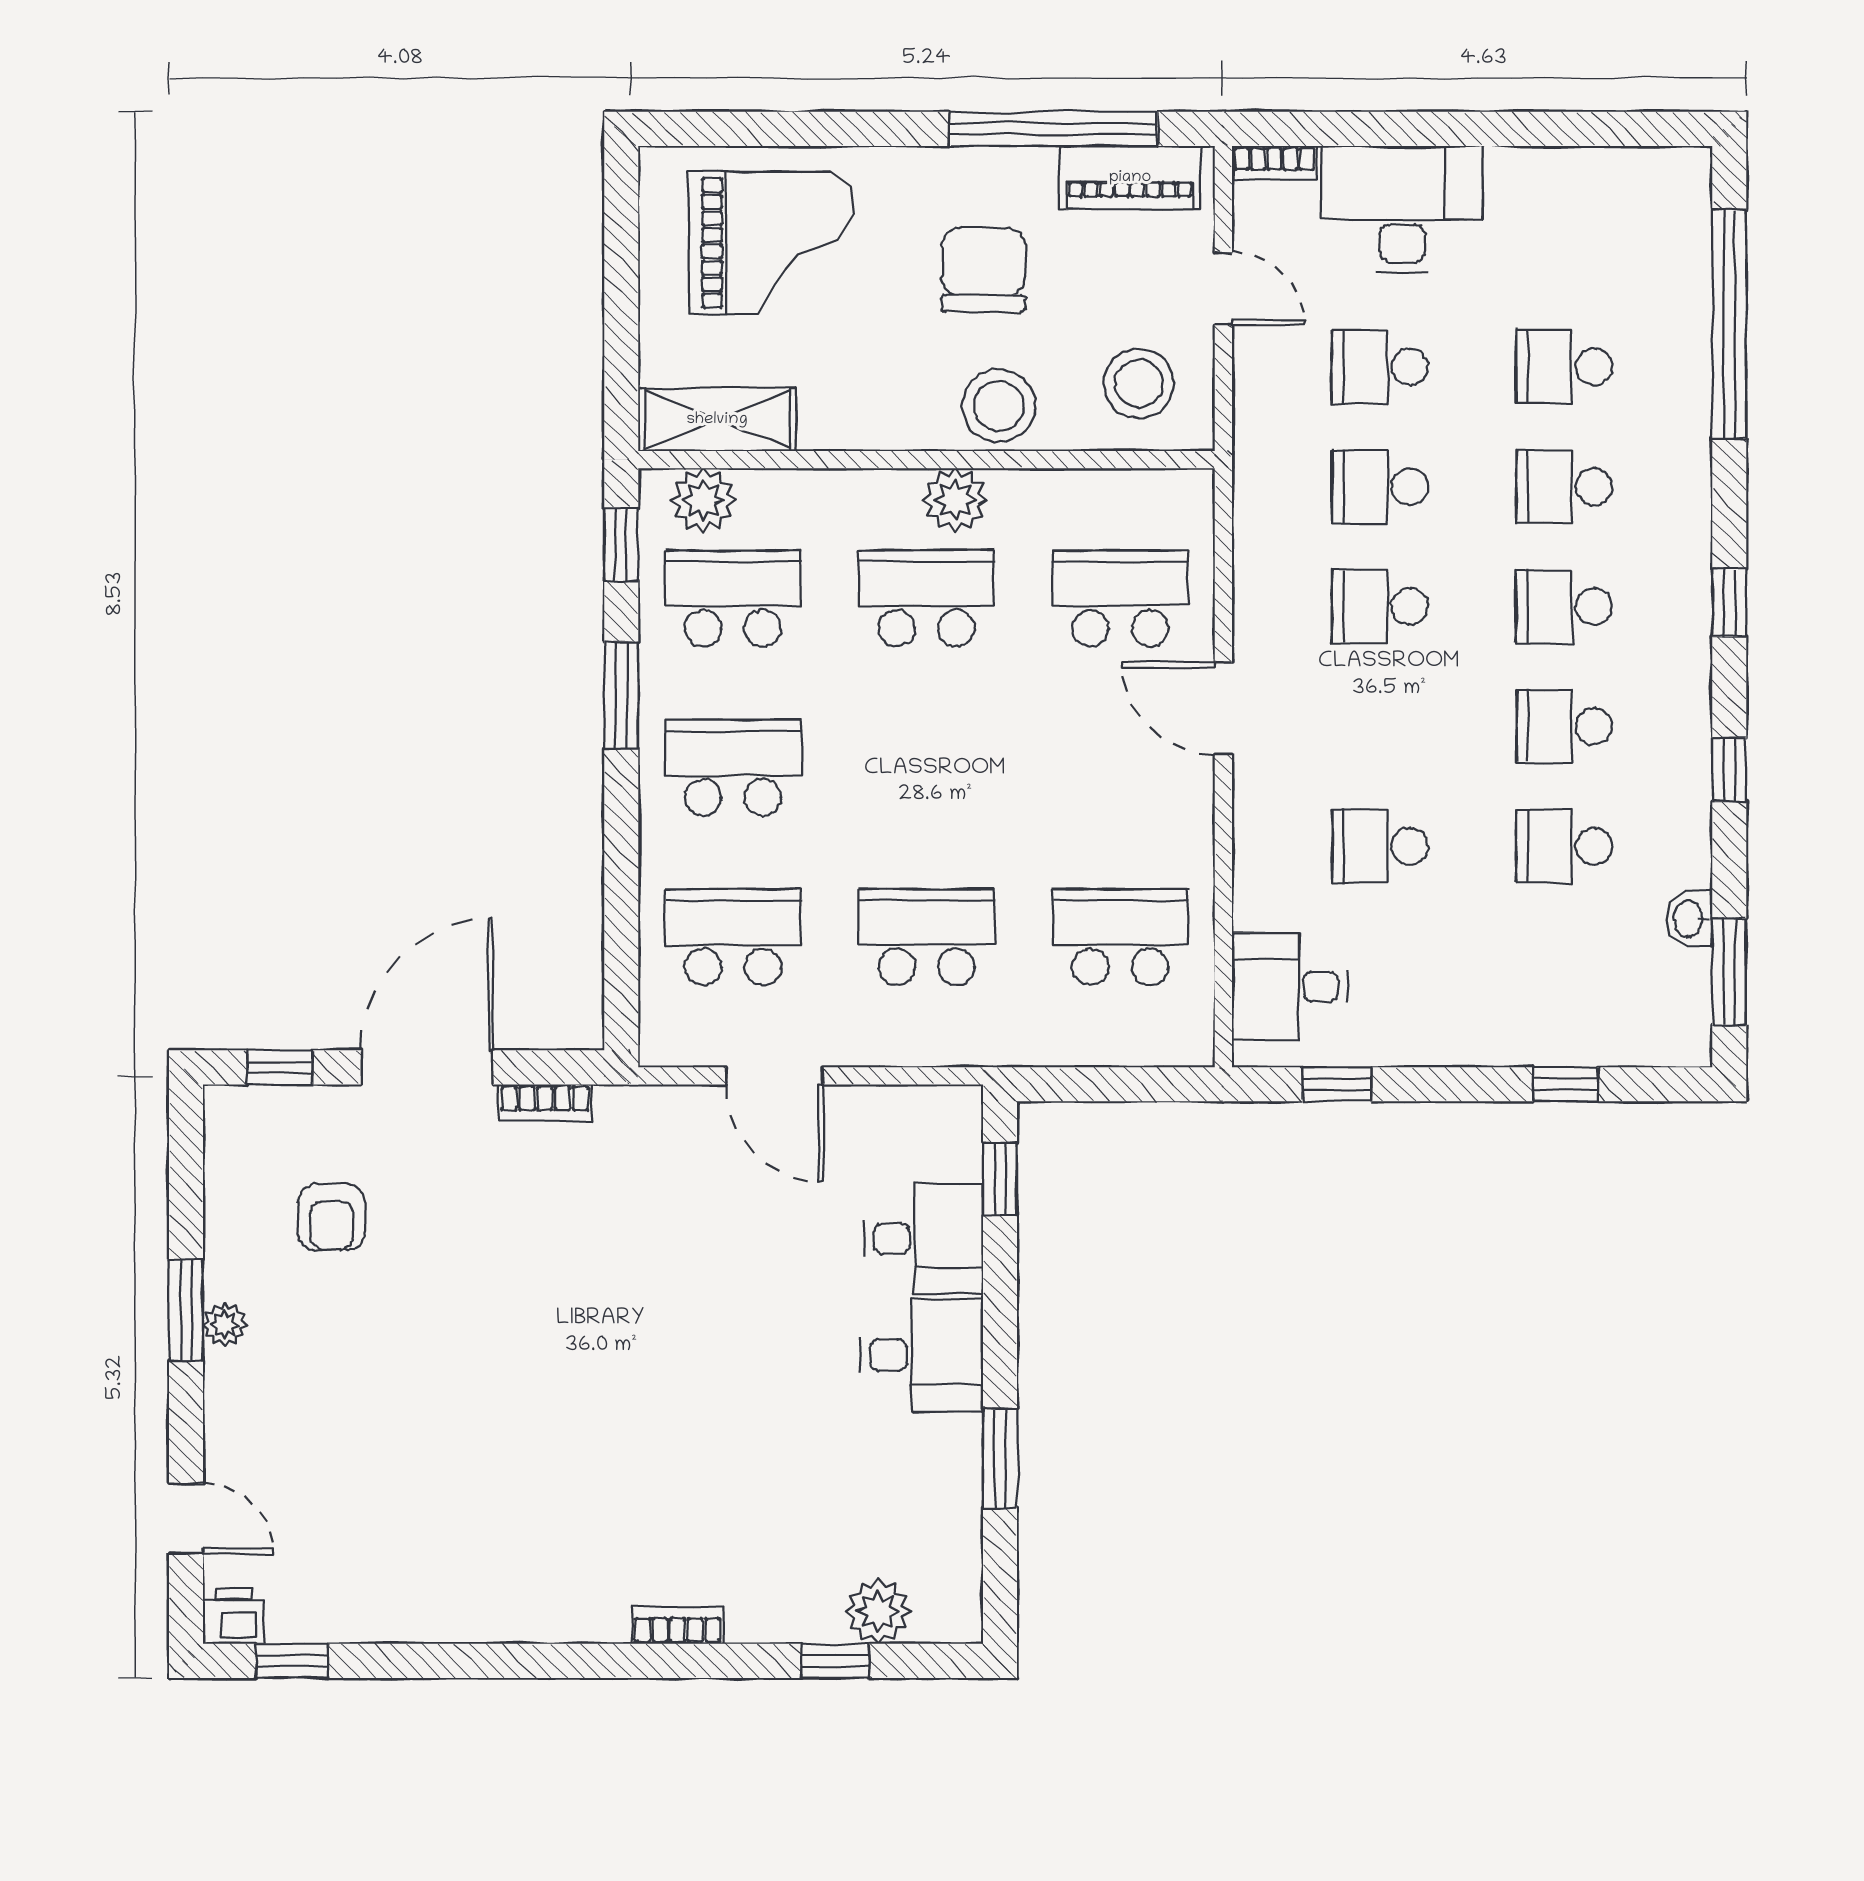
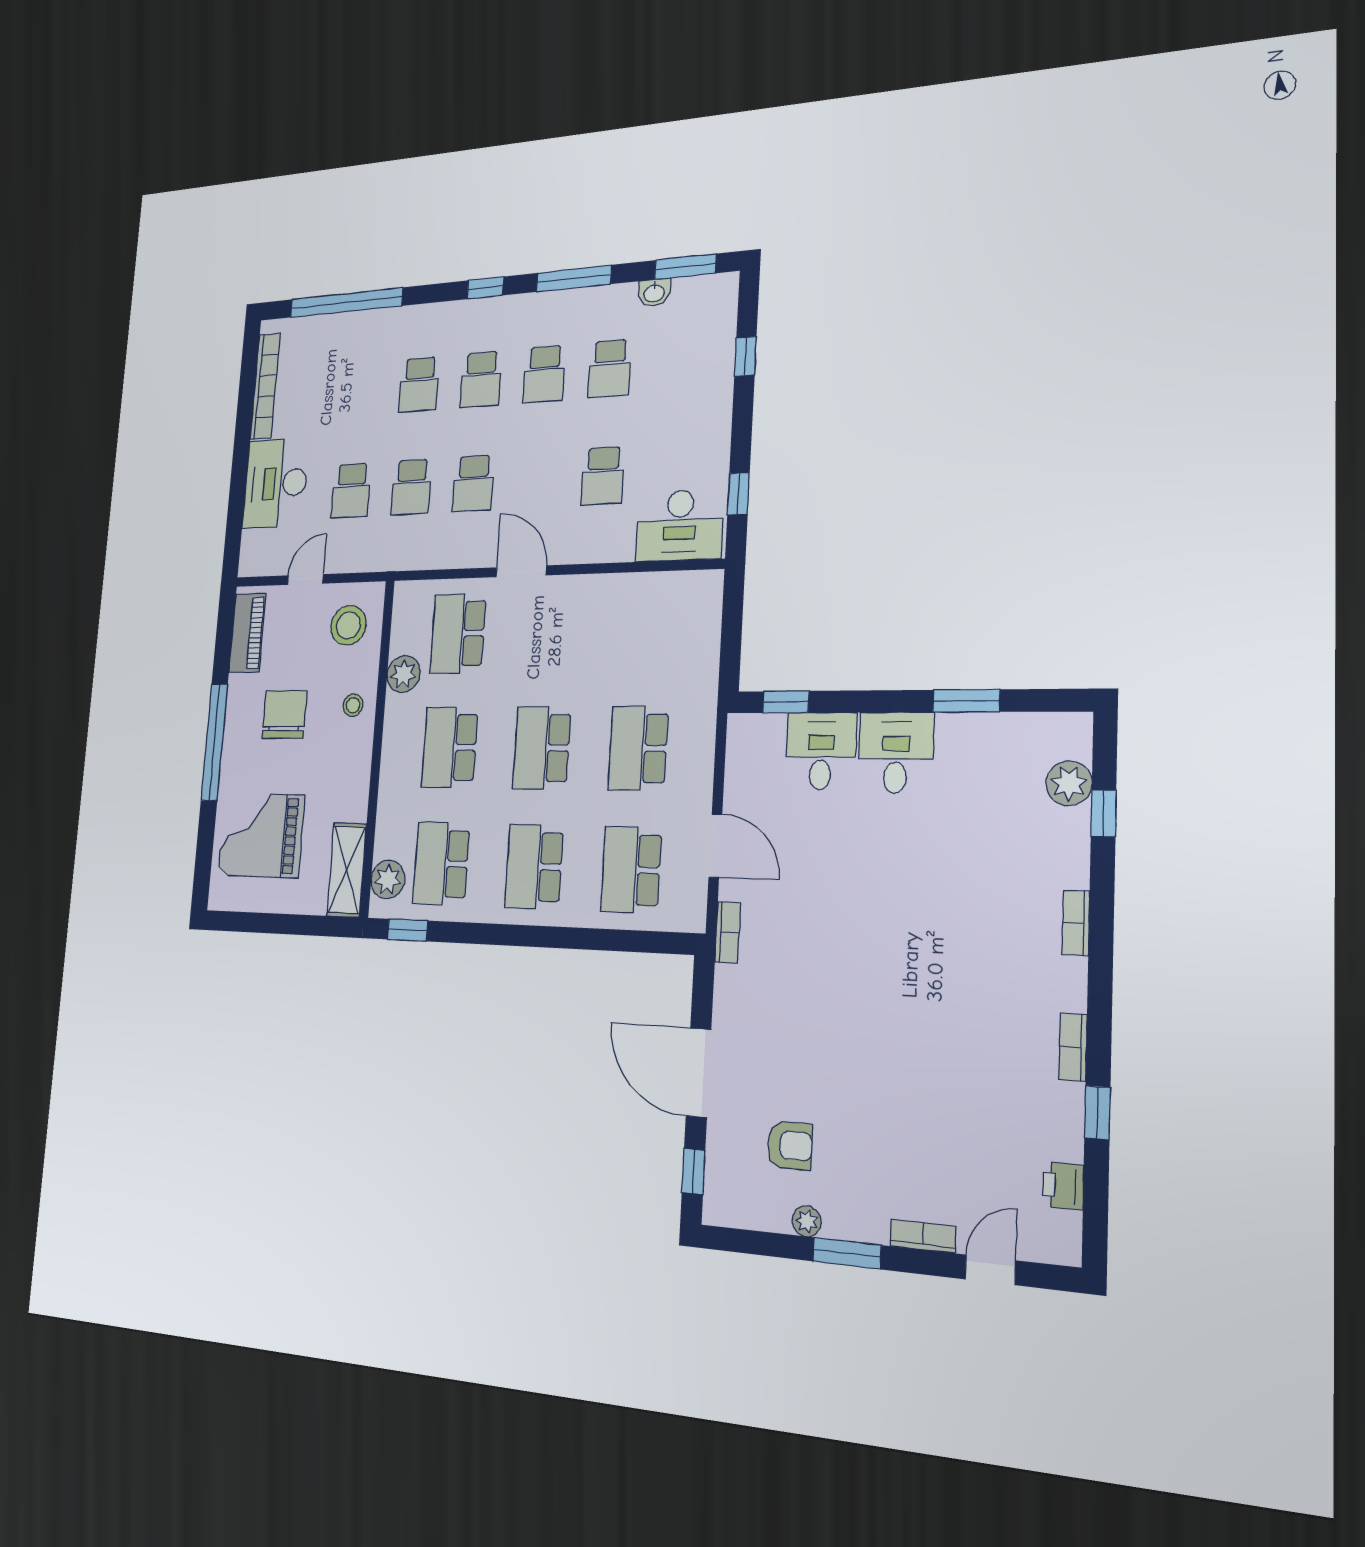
window: (1053, 129) -> (214, 742), moved
bookcase: (1274, 163) -> (265, 386), moved, width x2.31, depth x1.31
grand piano: (772, 243) -> (261, 835), turned -90
chair: (983, 270) -> (285, 714), turned 90
school desk: (1564, 367) -> (359, 390), removed
stool: (999, 406) -> (353, 705), width x0.53, depth x0.53
plant: (955, 500) -> (403, 674), moved
window: (621, 695) -> (489, 934), removed
door: (1223, 708) -> (521, 571), swing flipped
window: (1729, 770) -> (574, 278), width x2.17
school desk: (1120, 937) -> (542, 748), moved
desk: (1290, 987) -> (680, 525), width x1.37
door: (774, 1076) -> (715, 846), hinge flipped
bookcase: (545, 1103) -> (728, 932), moved
plant: (225, 1325) -> (807, 1221), moved
bookcase: (222, 1421) -> (923, 1236), added
printer: (234, 1616) -> (1063, 1186), moved
bookcase: (503, 1625) -> (1073, 1047), added
window: (292, 1661) -> (1097, 1113), moved

